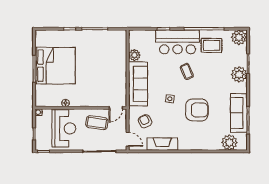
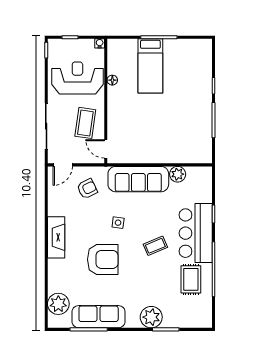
plant: (239, 37) -> (202, 317), removed
bed: (55, 66) -> (150, 66), width x0.49
armchair: (197, 110) -> (103, 259), turned -90
reception desk: (64, 128) -> (77, 78), turned 180
fireplace: (162, 144) -> (56, 237), moved

